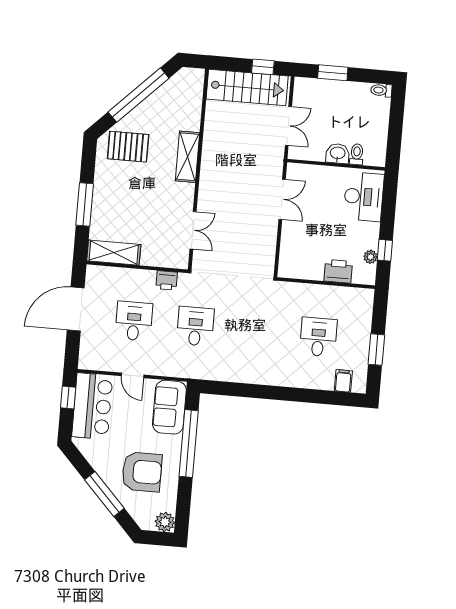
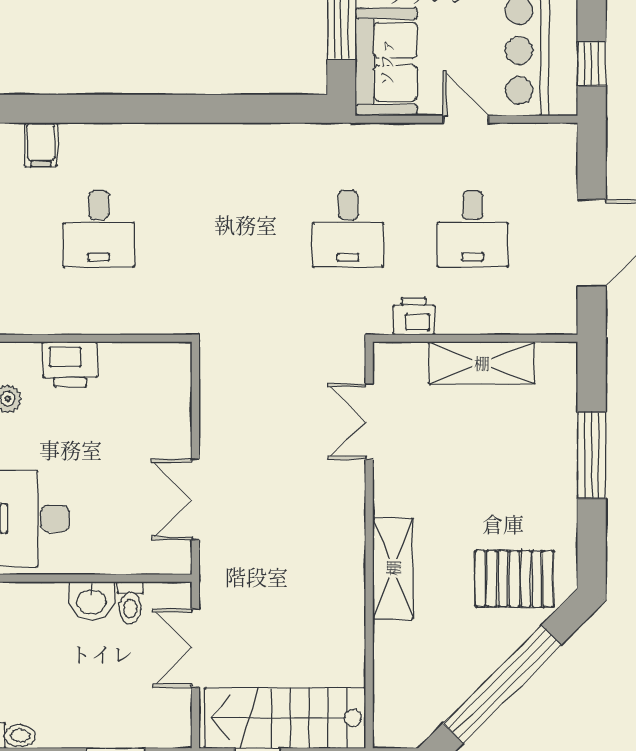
toilet: (357, 154) -> (130, 603), moved
shelving: (114, 253) -> (482, 363), moved

